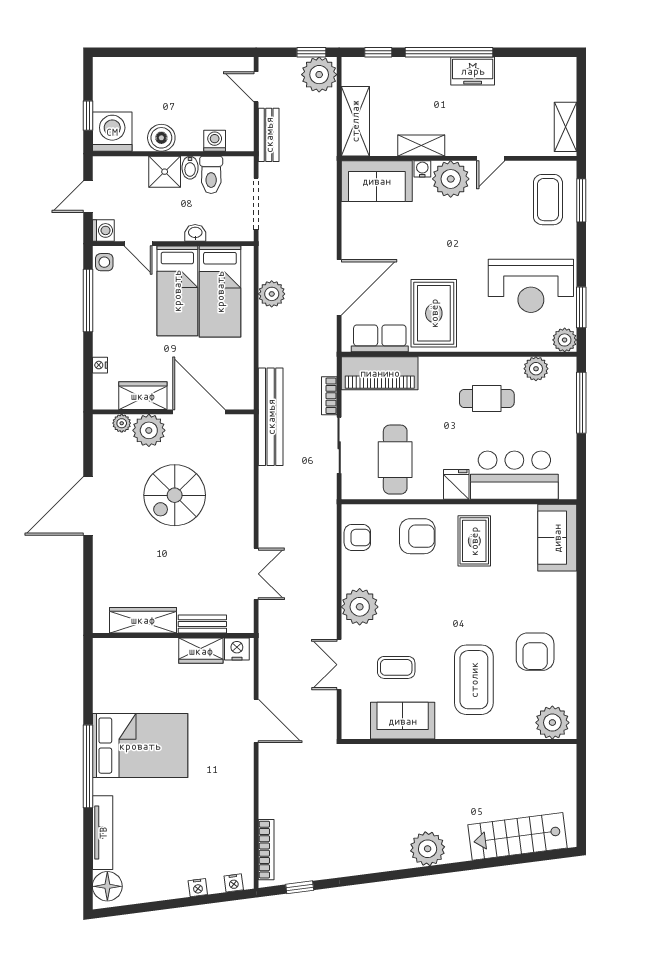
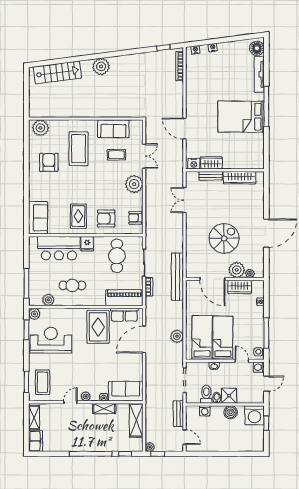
freezer: (473, 71) -> (36, 441), moved, turned 90
plant: (319, 75) -> (150, 447), width x0.53, depth x0.53
plant: (451, 179) -> (86, 396), width x0.53, depth x0.53

